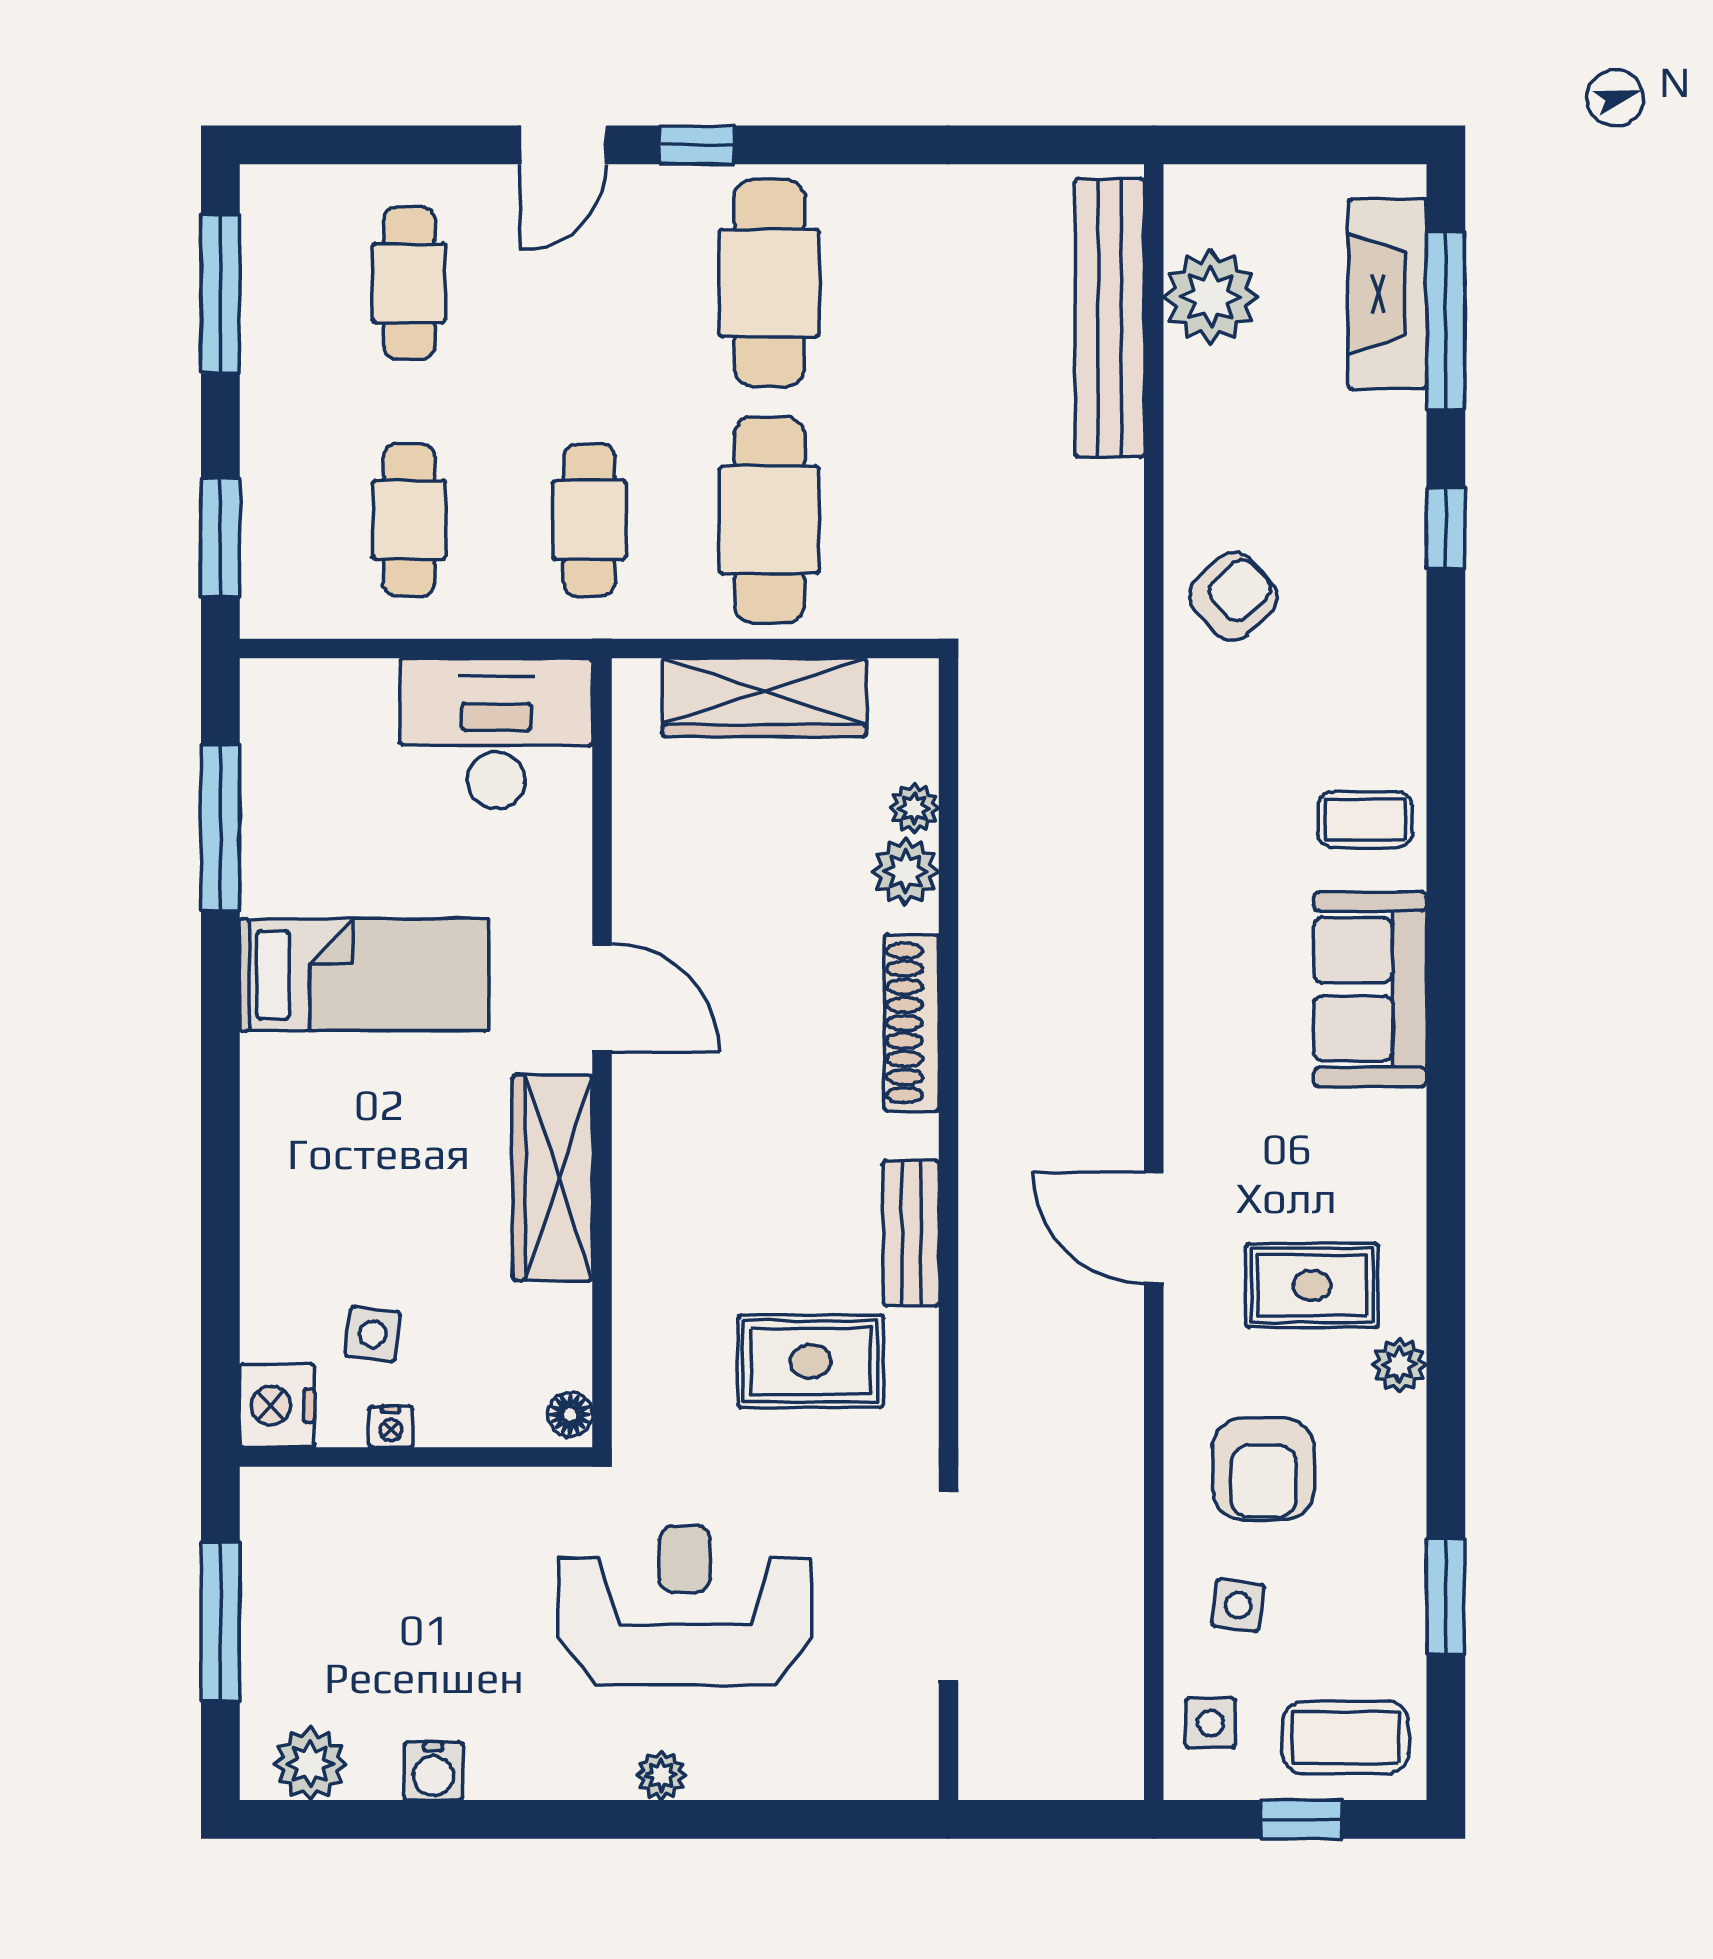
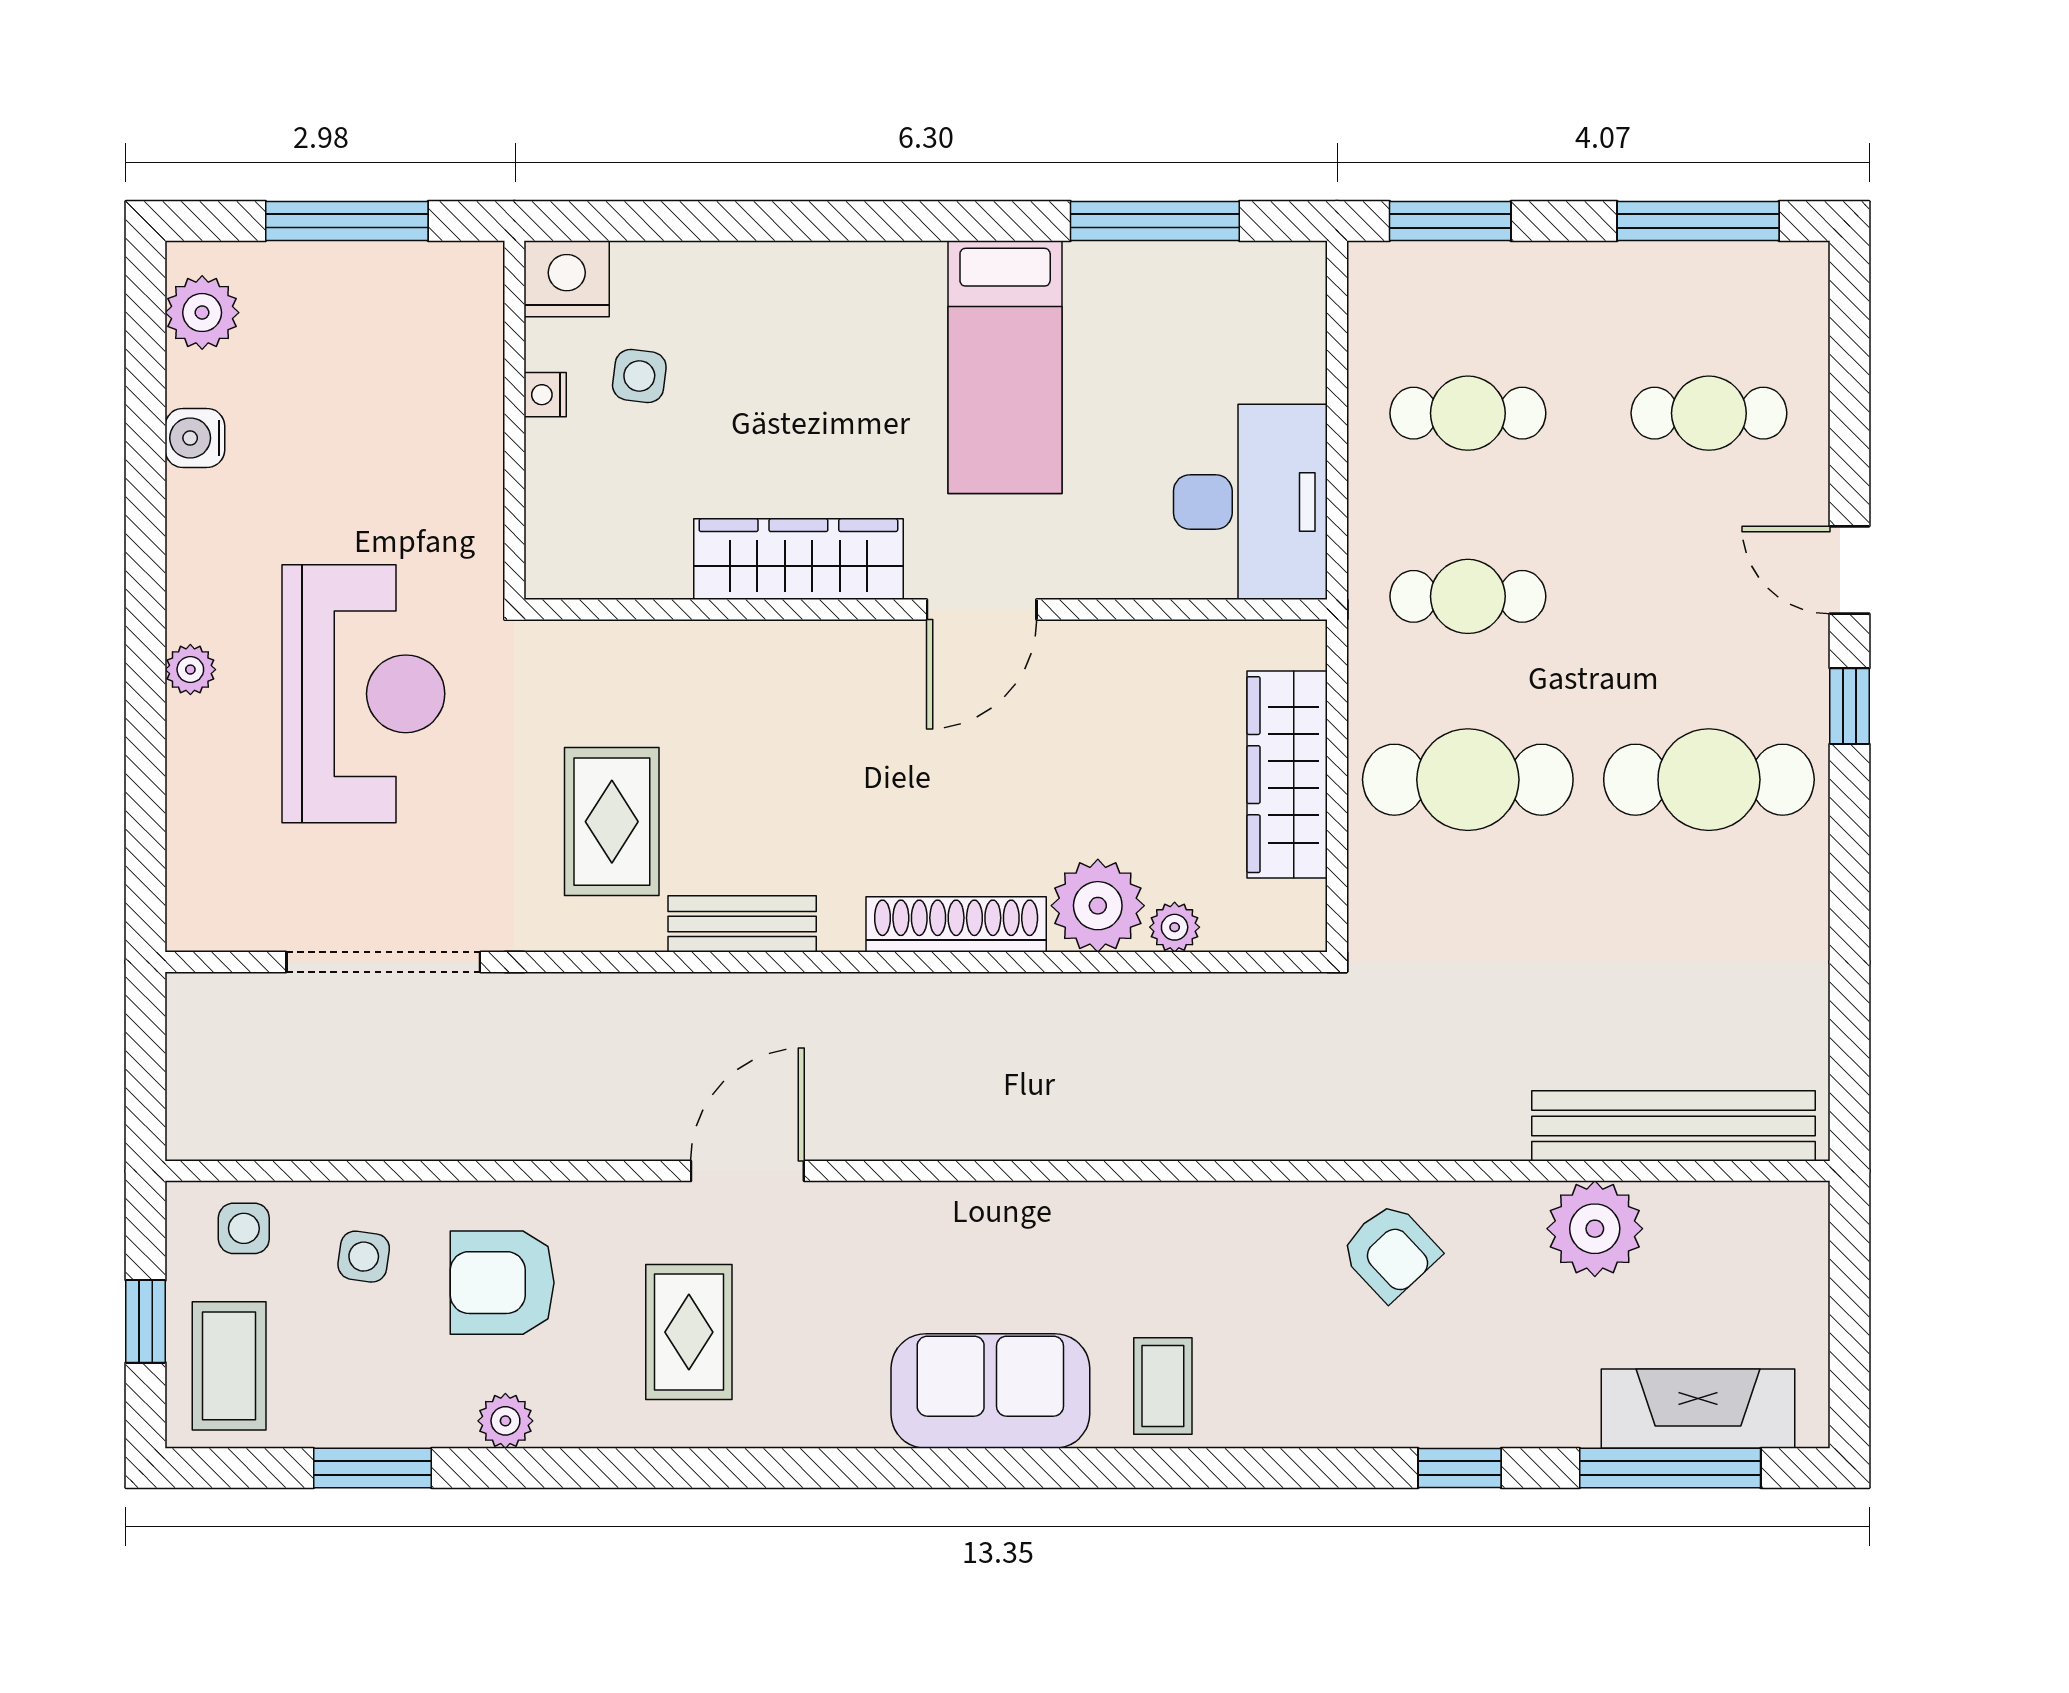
plant: (1211, 297) -> (1595, 1229), moved
plant: (905, 871) -> (1098, 906), width x1.36, depth x1.36
plant: (1399, 1365) -> (505, 1421), moved
floor lamp: (570, 1414) -> (558, 577), removed

